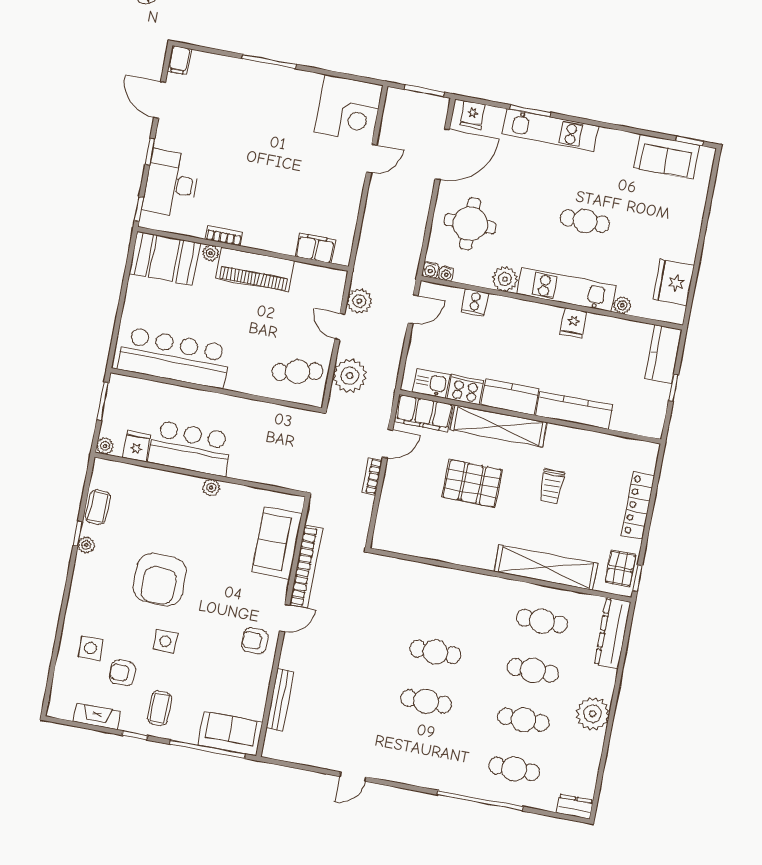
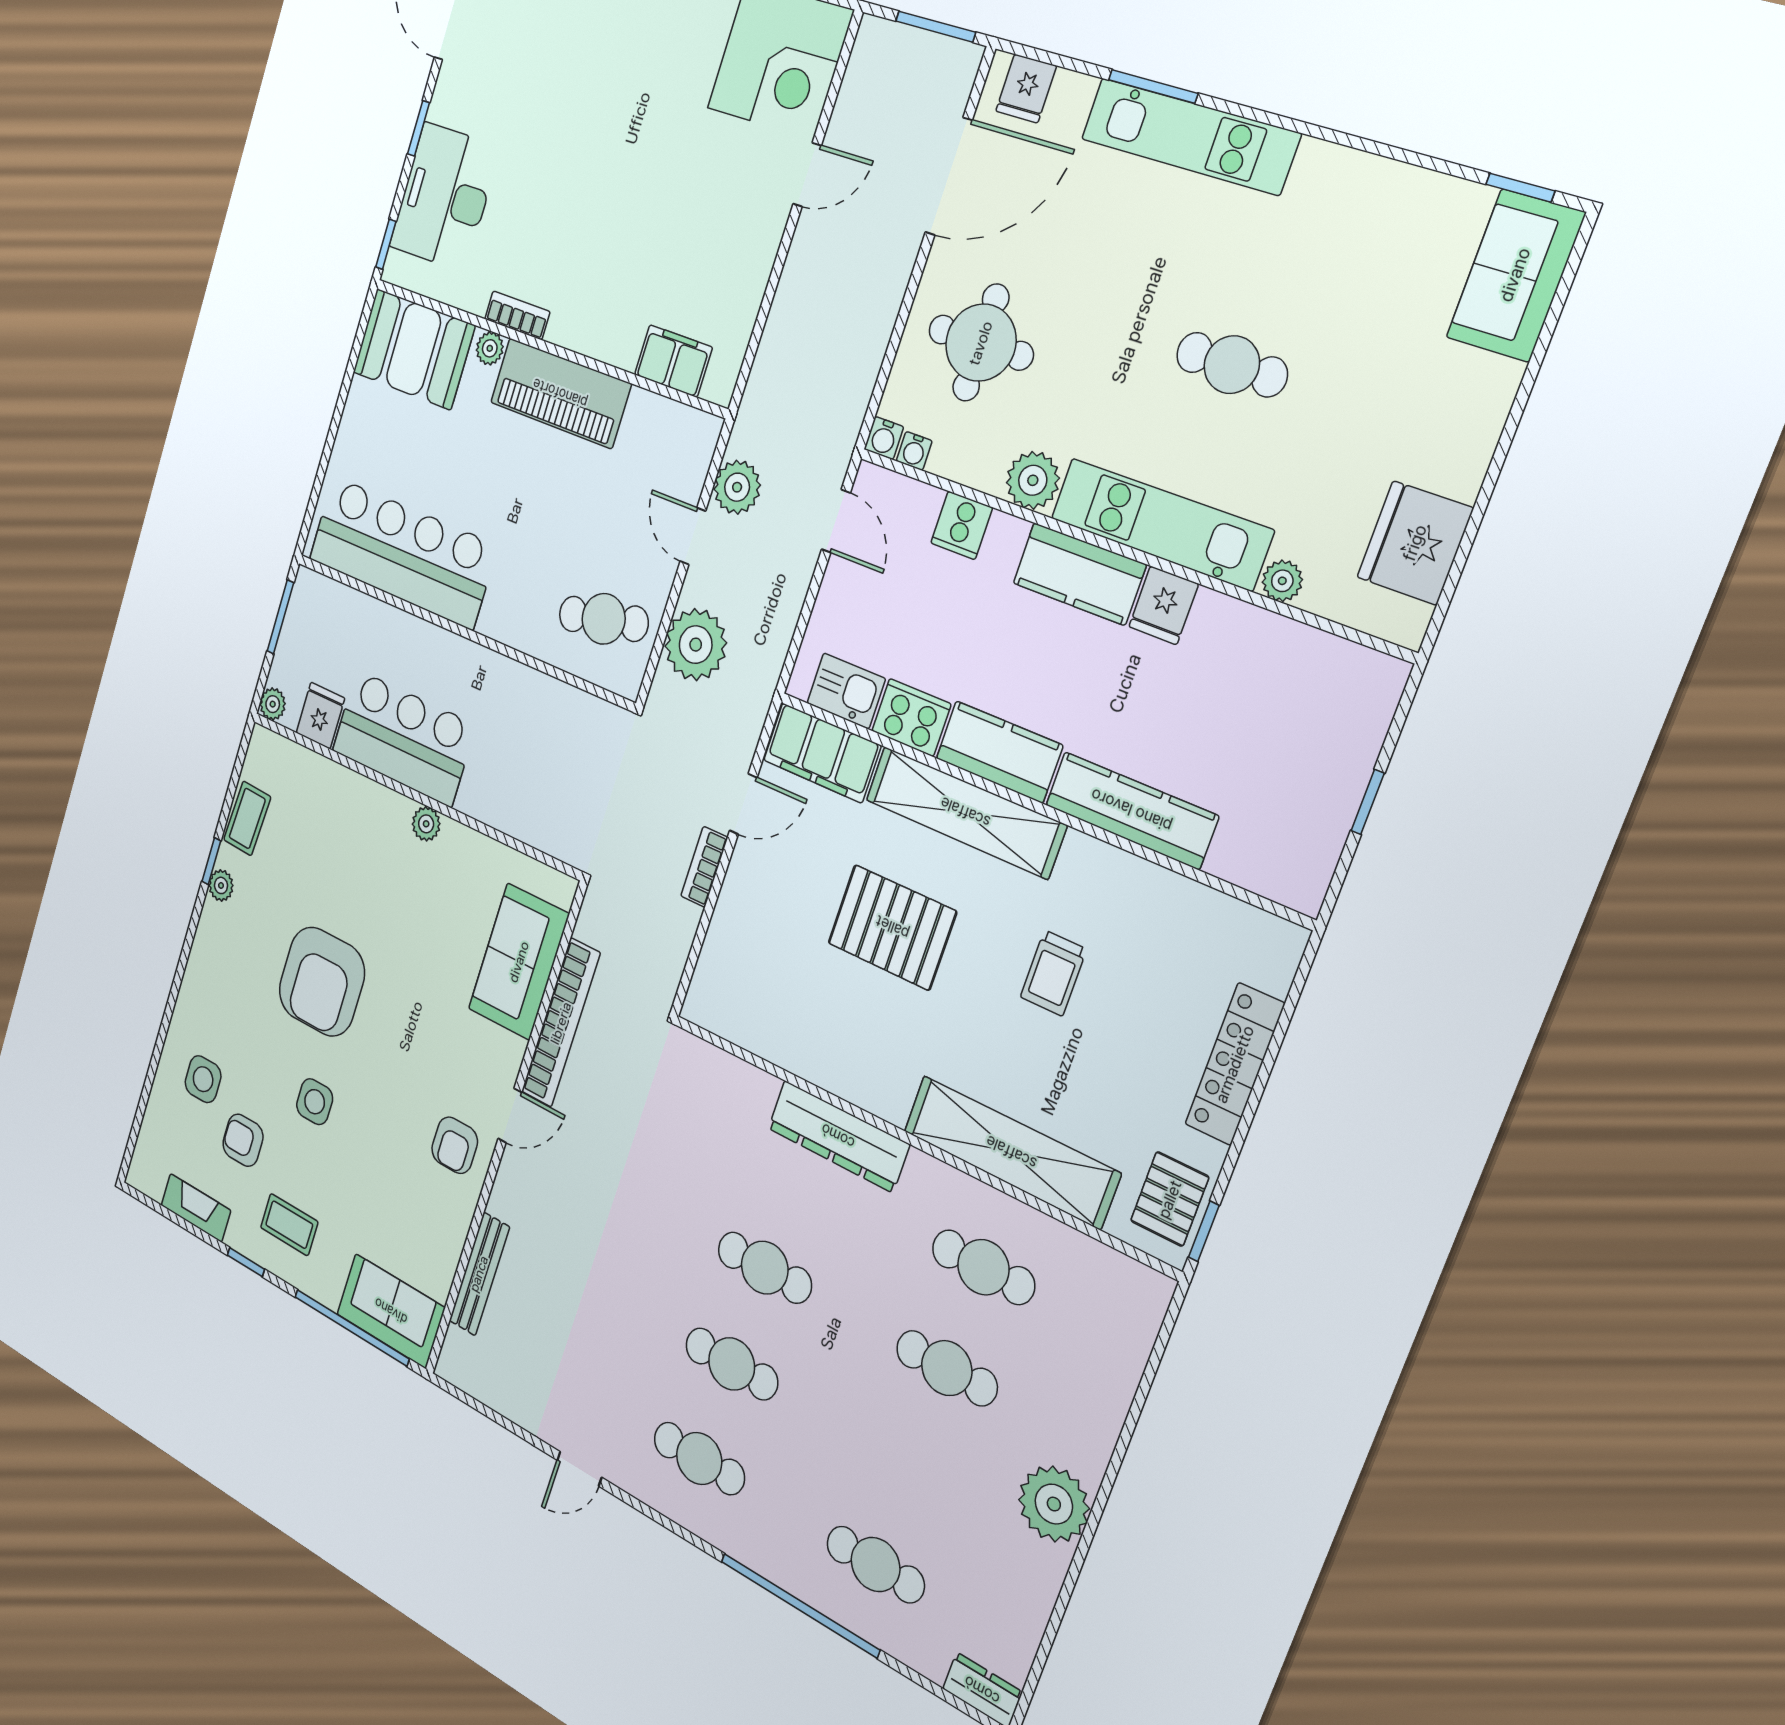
sofa: (667, 156) -> (1515, 275), moved, turned 90
door: (413, 309) -> (836, 521), hinge flipped
kitchen counter: (664, 354) -> (1079, 574), moved, turned -90
dresser: (612, 633) -> (838, 1136), moved, turned -90
armchair: (255, 641) -> (455, 1145), turned -90
coffee table: (160, 708) -> (289, 1225), turned 90
cafe table: (523, 720) -> (699, 1458), moved

